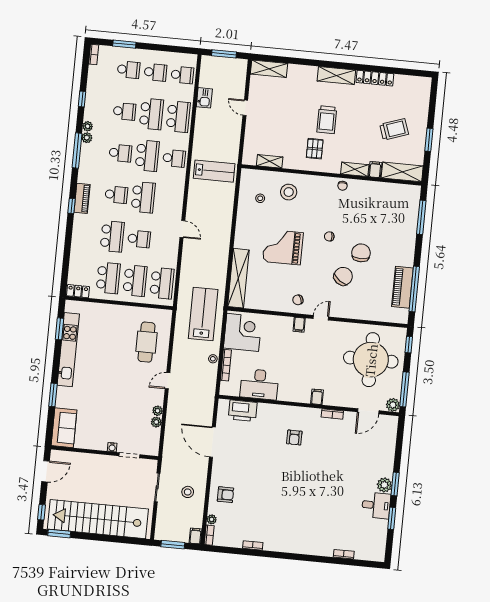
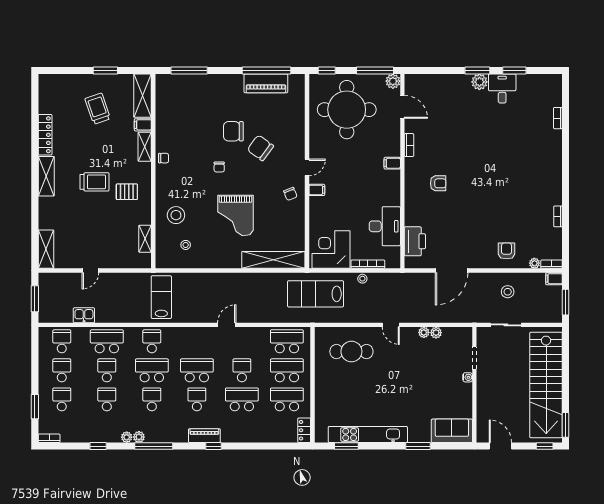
school desk: (151, 114) -> (107, 370), width x0.54
door: (321, 318) -> (307, 167), swing flipped

